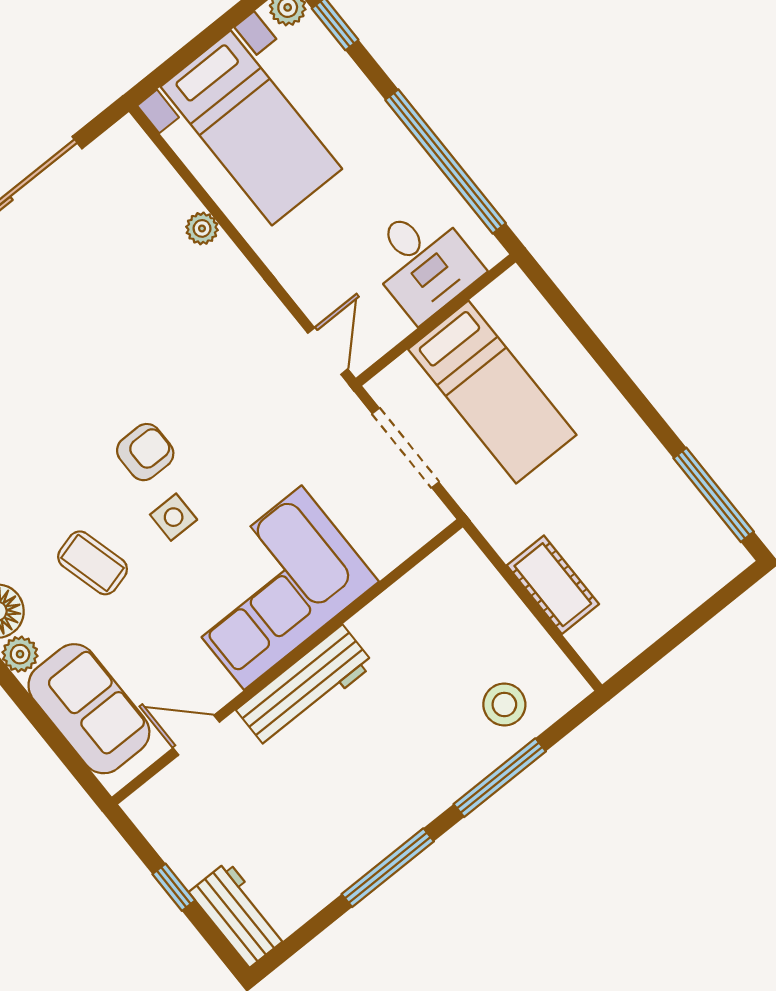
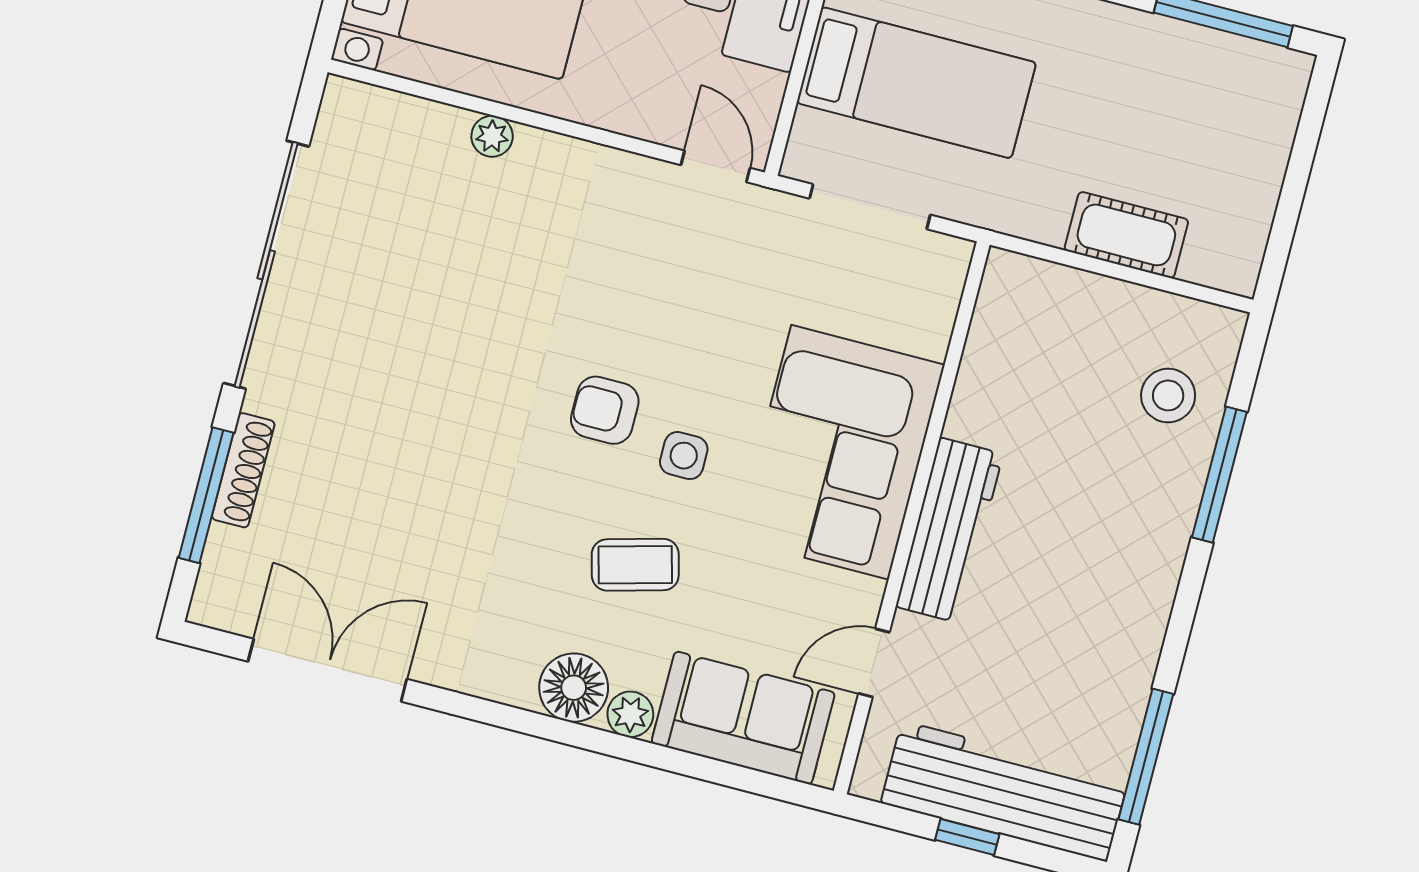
armchair: (145, 452) -> (605, 410), turned -90
window: (388, 868) -> (1146, 757), moved
workbench: (239, 914) -> (1004, 791), width x1.87, depth x1.32

